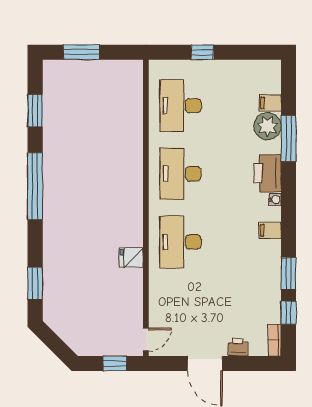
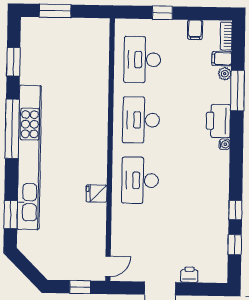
plant: (267, 126) -> (225, 74), width x0.53, depth x0.53
kitchen unit: (55, 218) -> (29, 157), added
filing cabinet: (270, 230) -> (195, 30), moved, turned -90
window: (289, 274) -> (235, 210), width x0.67
bookcase: (275, 340) -> (226, 36), moved

